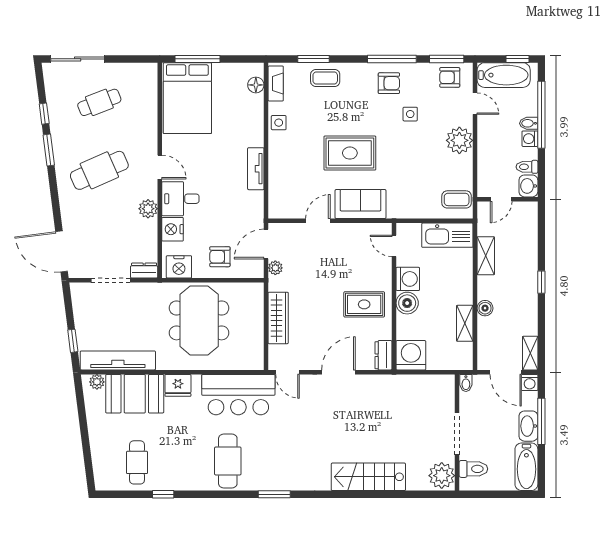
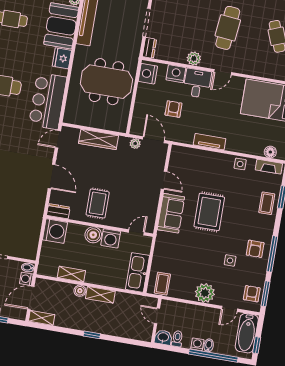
cafe table: (99, 170) -> (228, 28), turned 30
shelving: (486, 256) -> (100, 295), moved
armchair: (220, 257) -> (173, 109), moved
washing machine: (530, 383) -> (26, 279), moved

